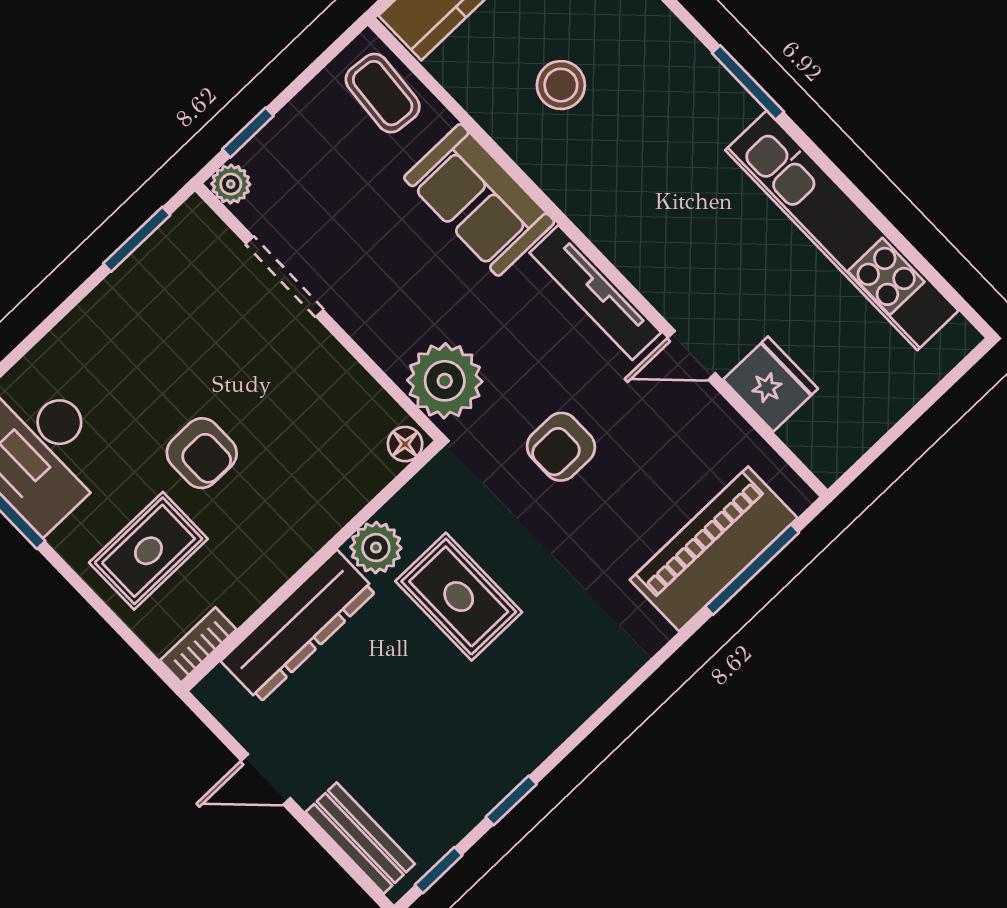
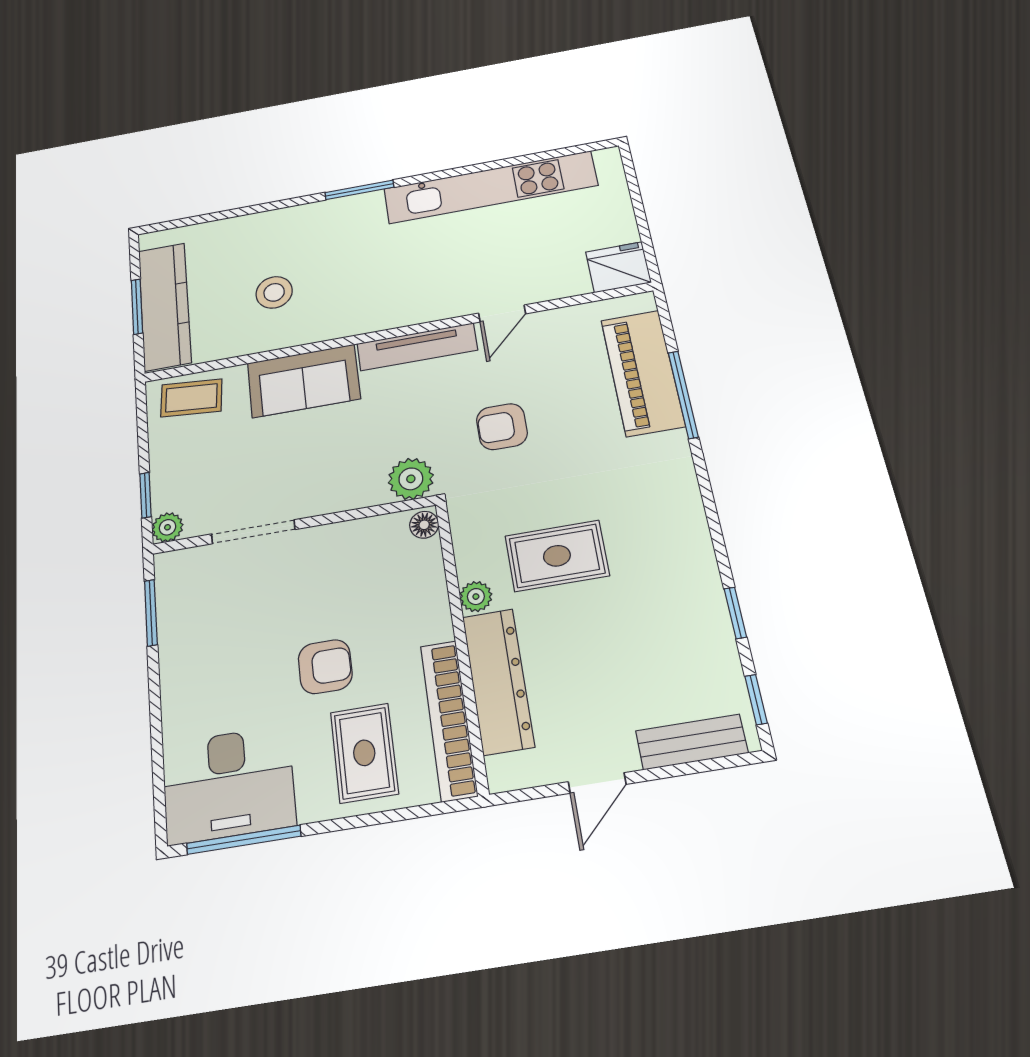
plant: (445, 381) -> (411, 479), width x0.73, depth x0.73
fridge: (771, 384) -> (618, 267), moved
armchair: (561, 447) -> (502, 427), turned 90
plant: (376, 548) -> (476, 597), width x0.73, depth x0.73
window: (752, 570) -> (683, 395), moved
bookcase: (198, 645) -> (449, 720), width x2.31, depth x1.31

